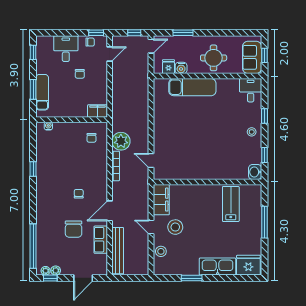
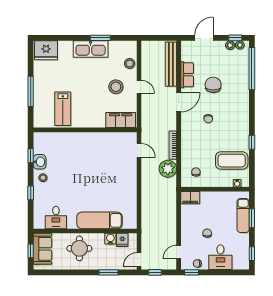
desk: (251, 90) -> (56, 218), moved
coffee table: (54, 150) -> (232, 161), added
washbasin: (255, 172) -> (40, 162), moved
filing cabinet: (161, 200) -> (121, 120), moved, turned 90
kitchen sink: (218, 267) -> (91, 49), moved

